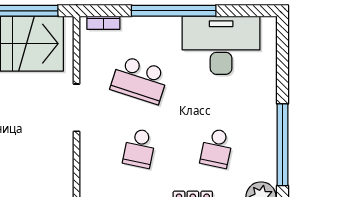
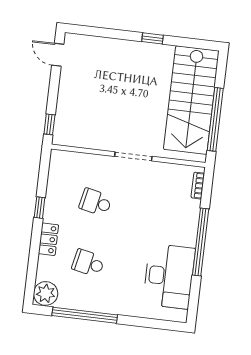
school desk: (139, 80) -> (149, 209), removed

